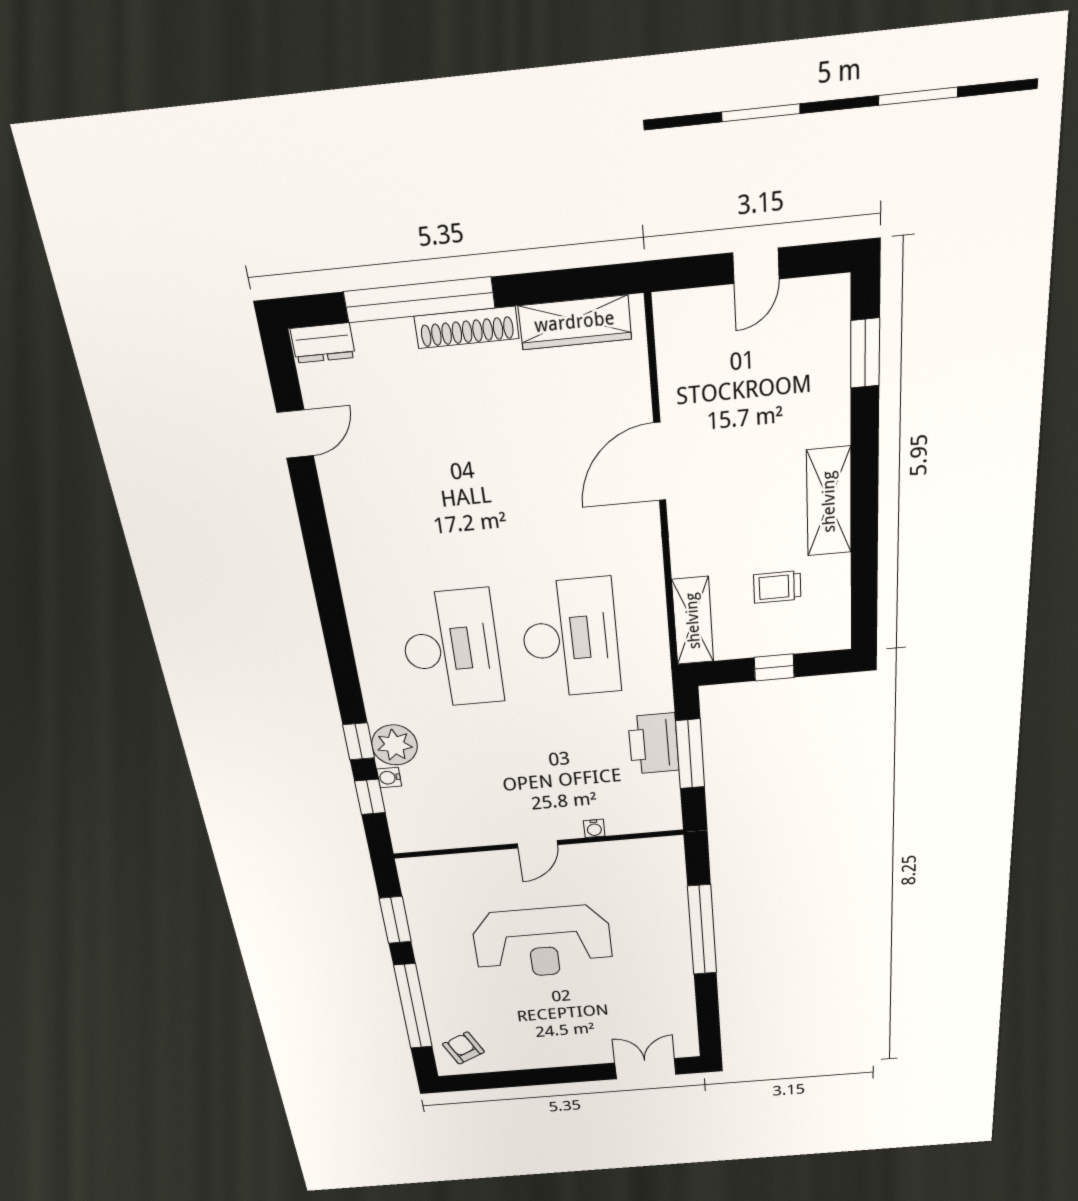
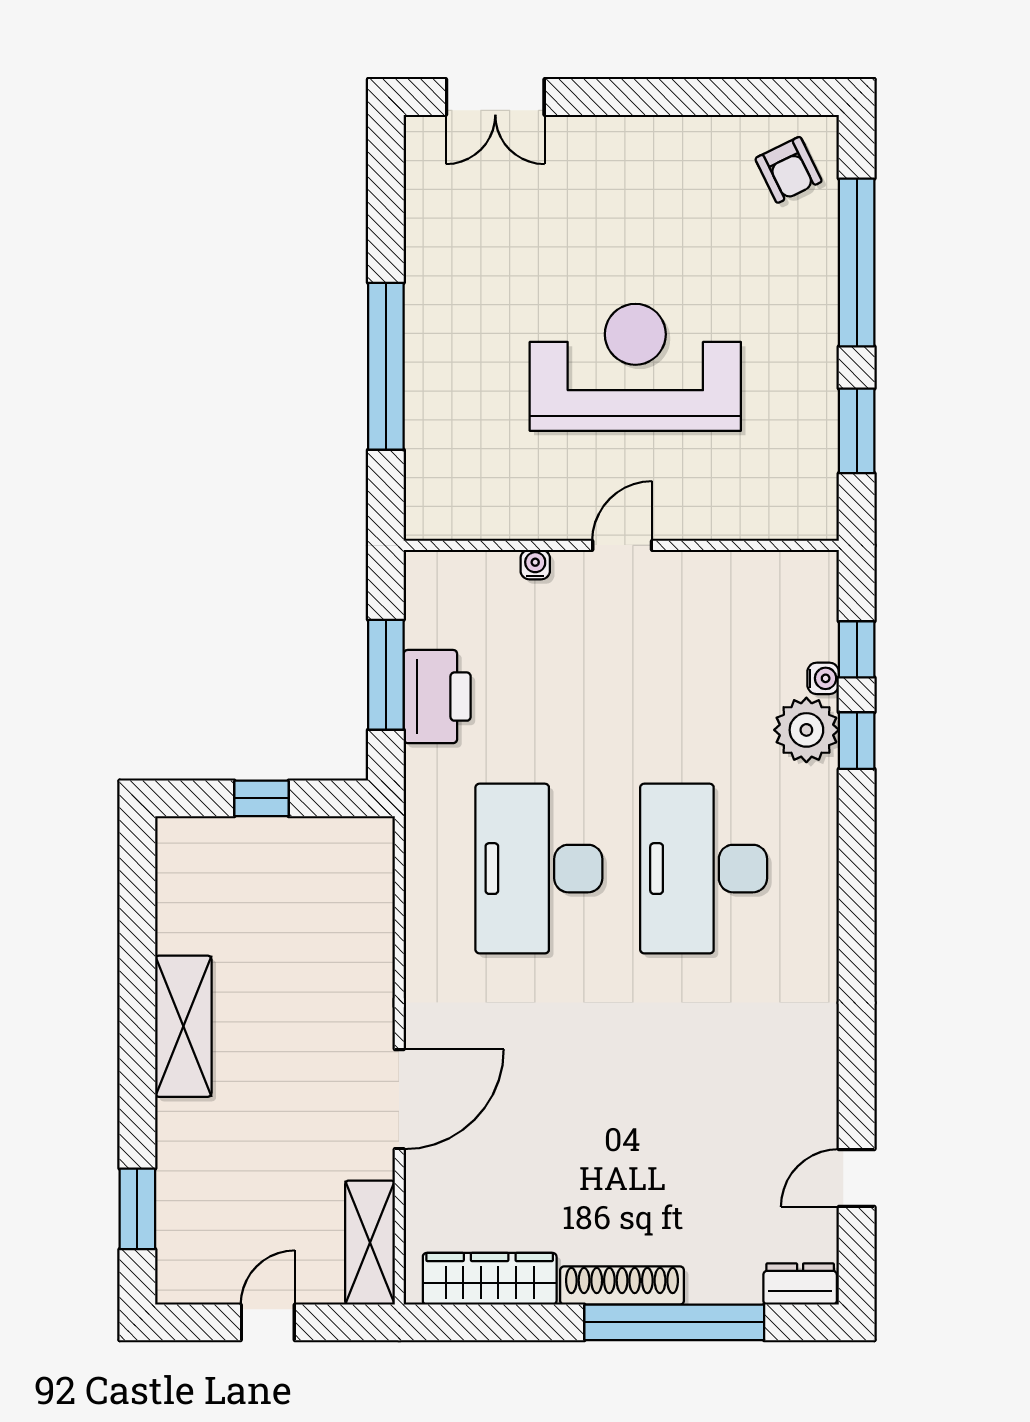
trolley: (777, 587) -> (254, 916), removed
shelving: (693, 621) -> (370, 1243), moved

